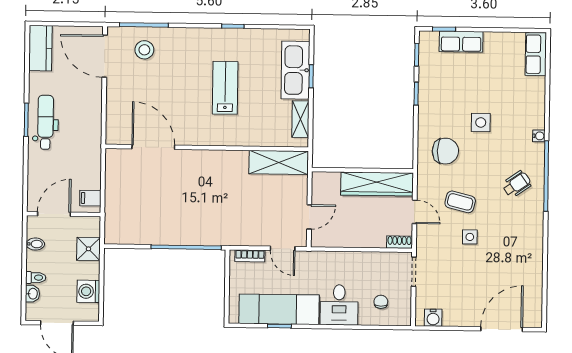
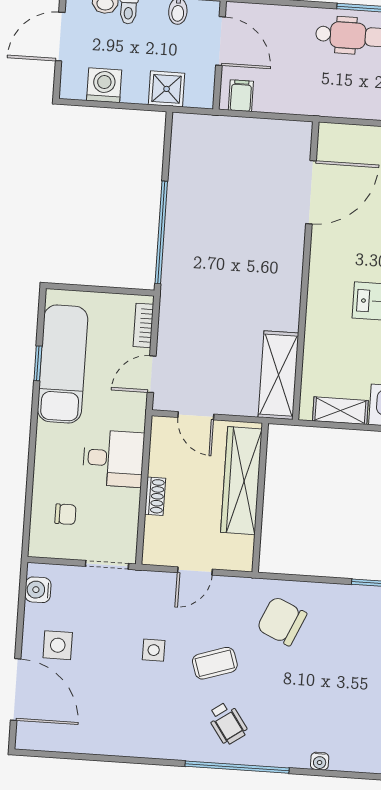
side table: (481, 122) -> (58, 645), moved
water cooler: (539, 136) -> (320, 761), moved
chair: (445, 151) -> (282, 621), turned 114
wardrobe: (377, 184) -> (241, 481), moved
coffee table: (460, 202) -> (215, 663), moved, turned 58
shoe rack: (399, 242) -> (155, 496), moved
desk: (339, 305) -> (113, 458), moved, turned 180

